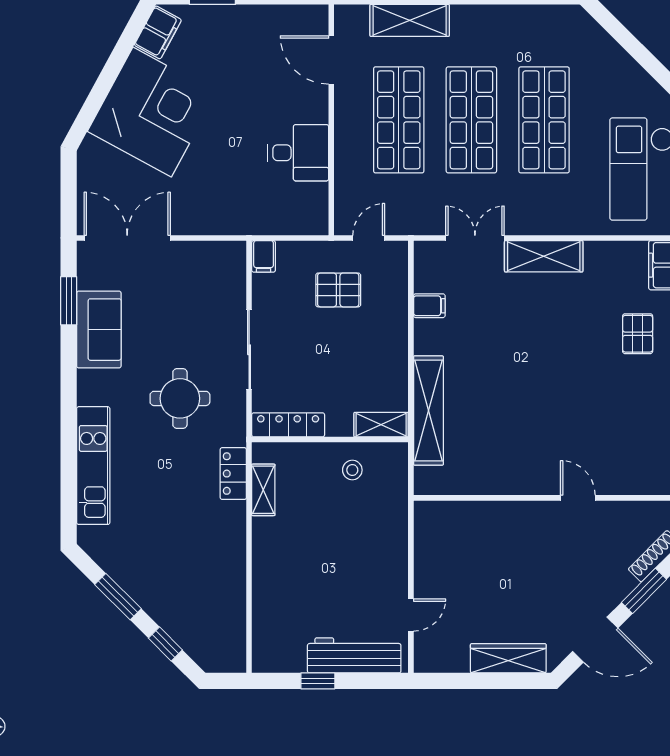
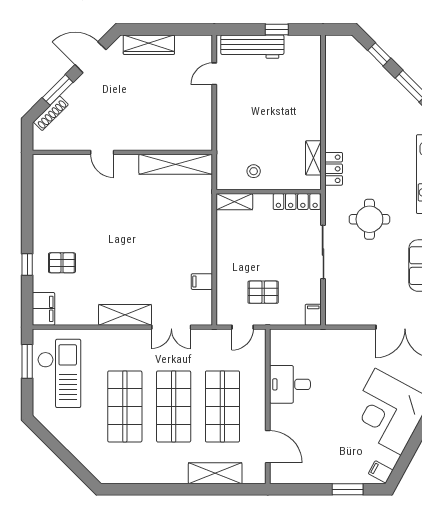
filing cabinet: (158, 32) -> (381, 472), width x0.50
pallet: (638, 334) -> (62, 263), turned 90
shelving: (428, 411) -> (176, 164), moved, turned 90

